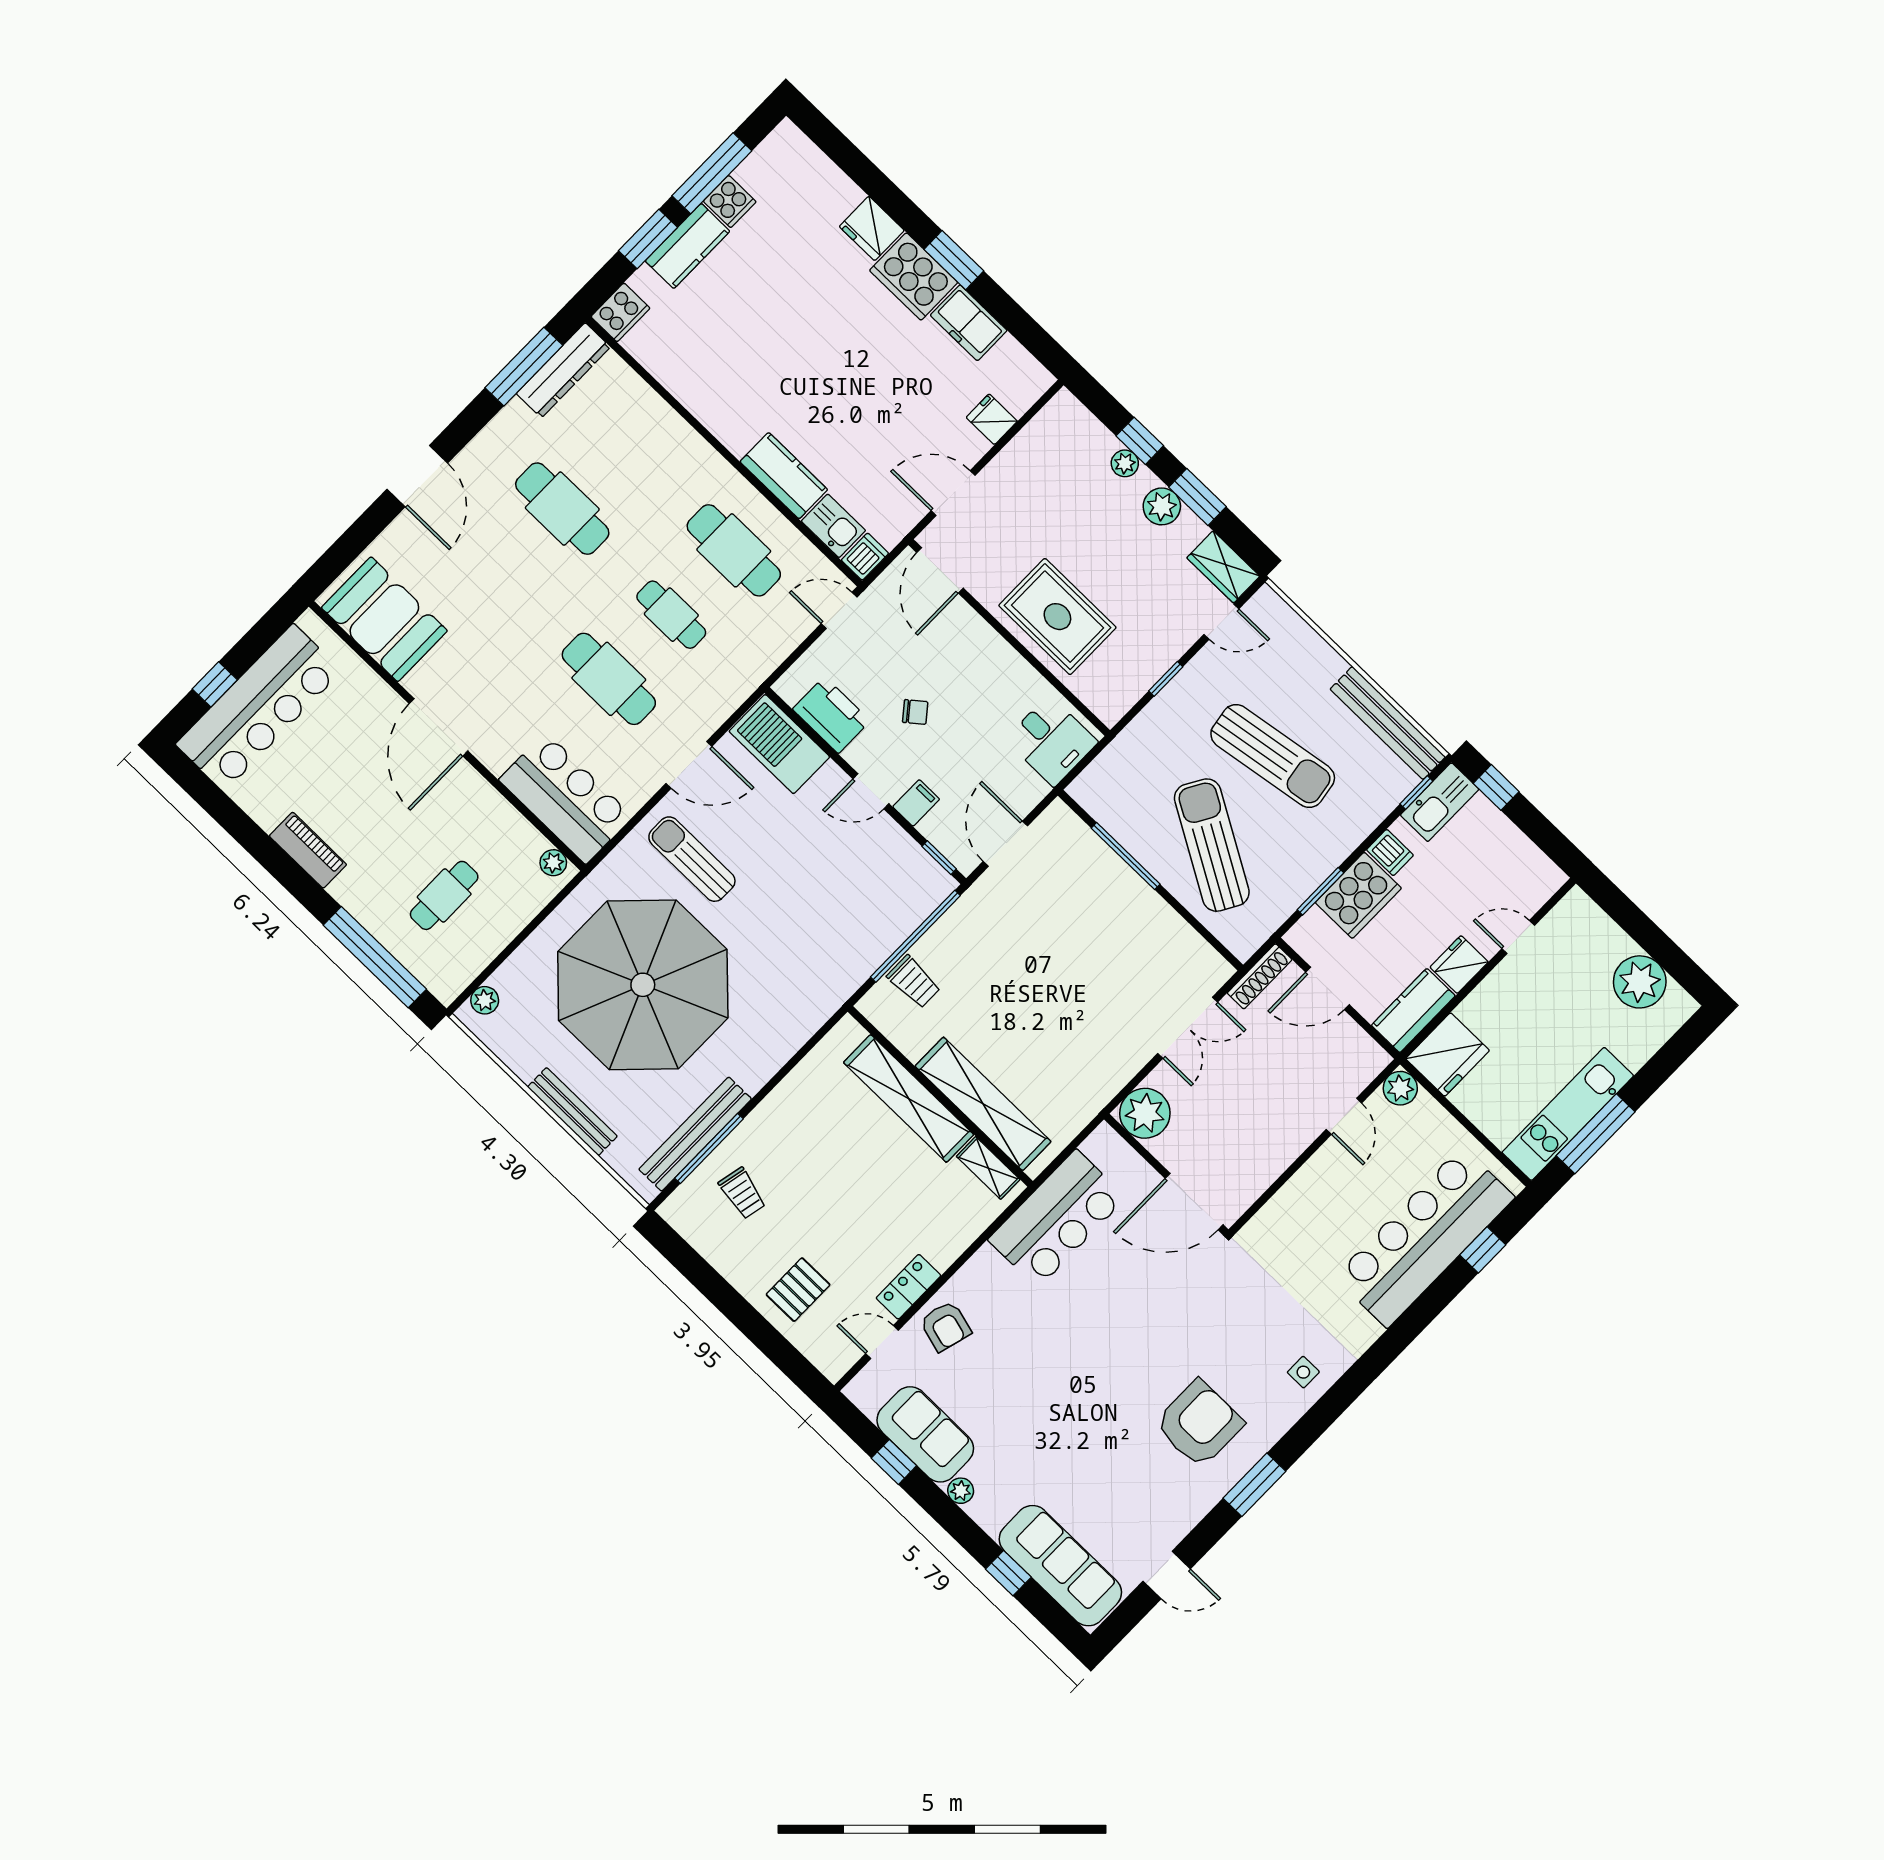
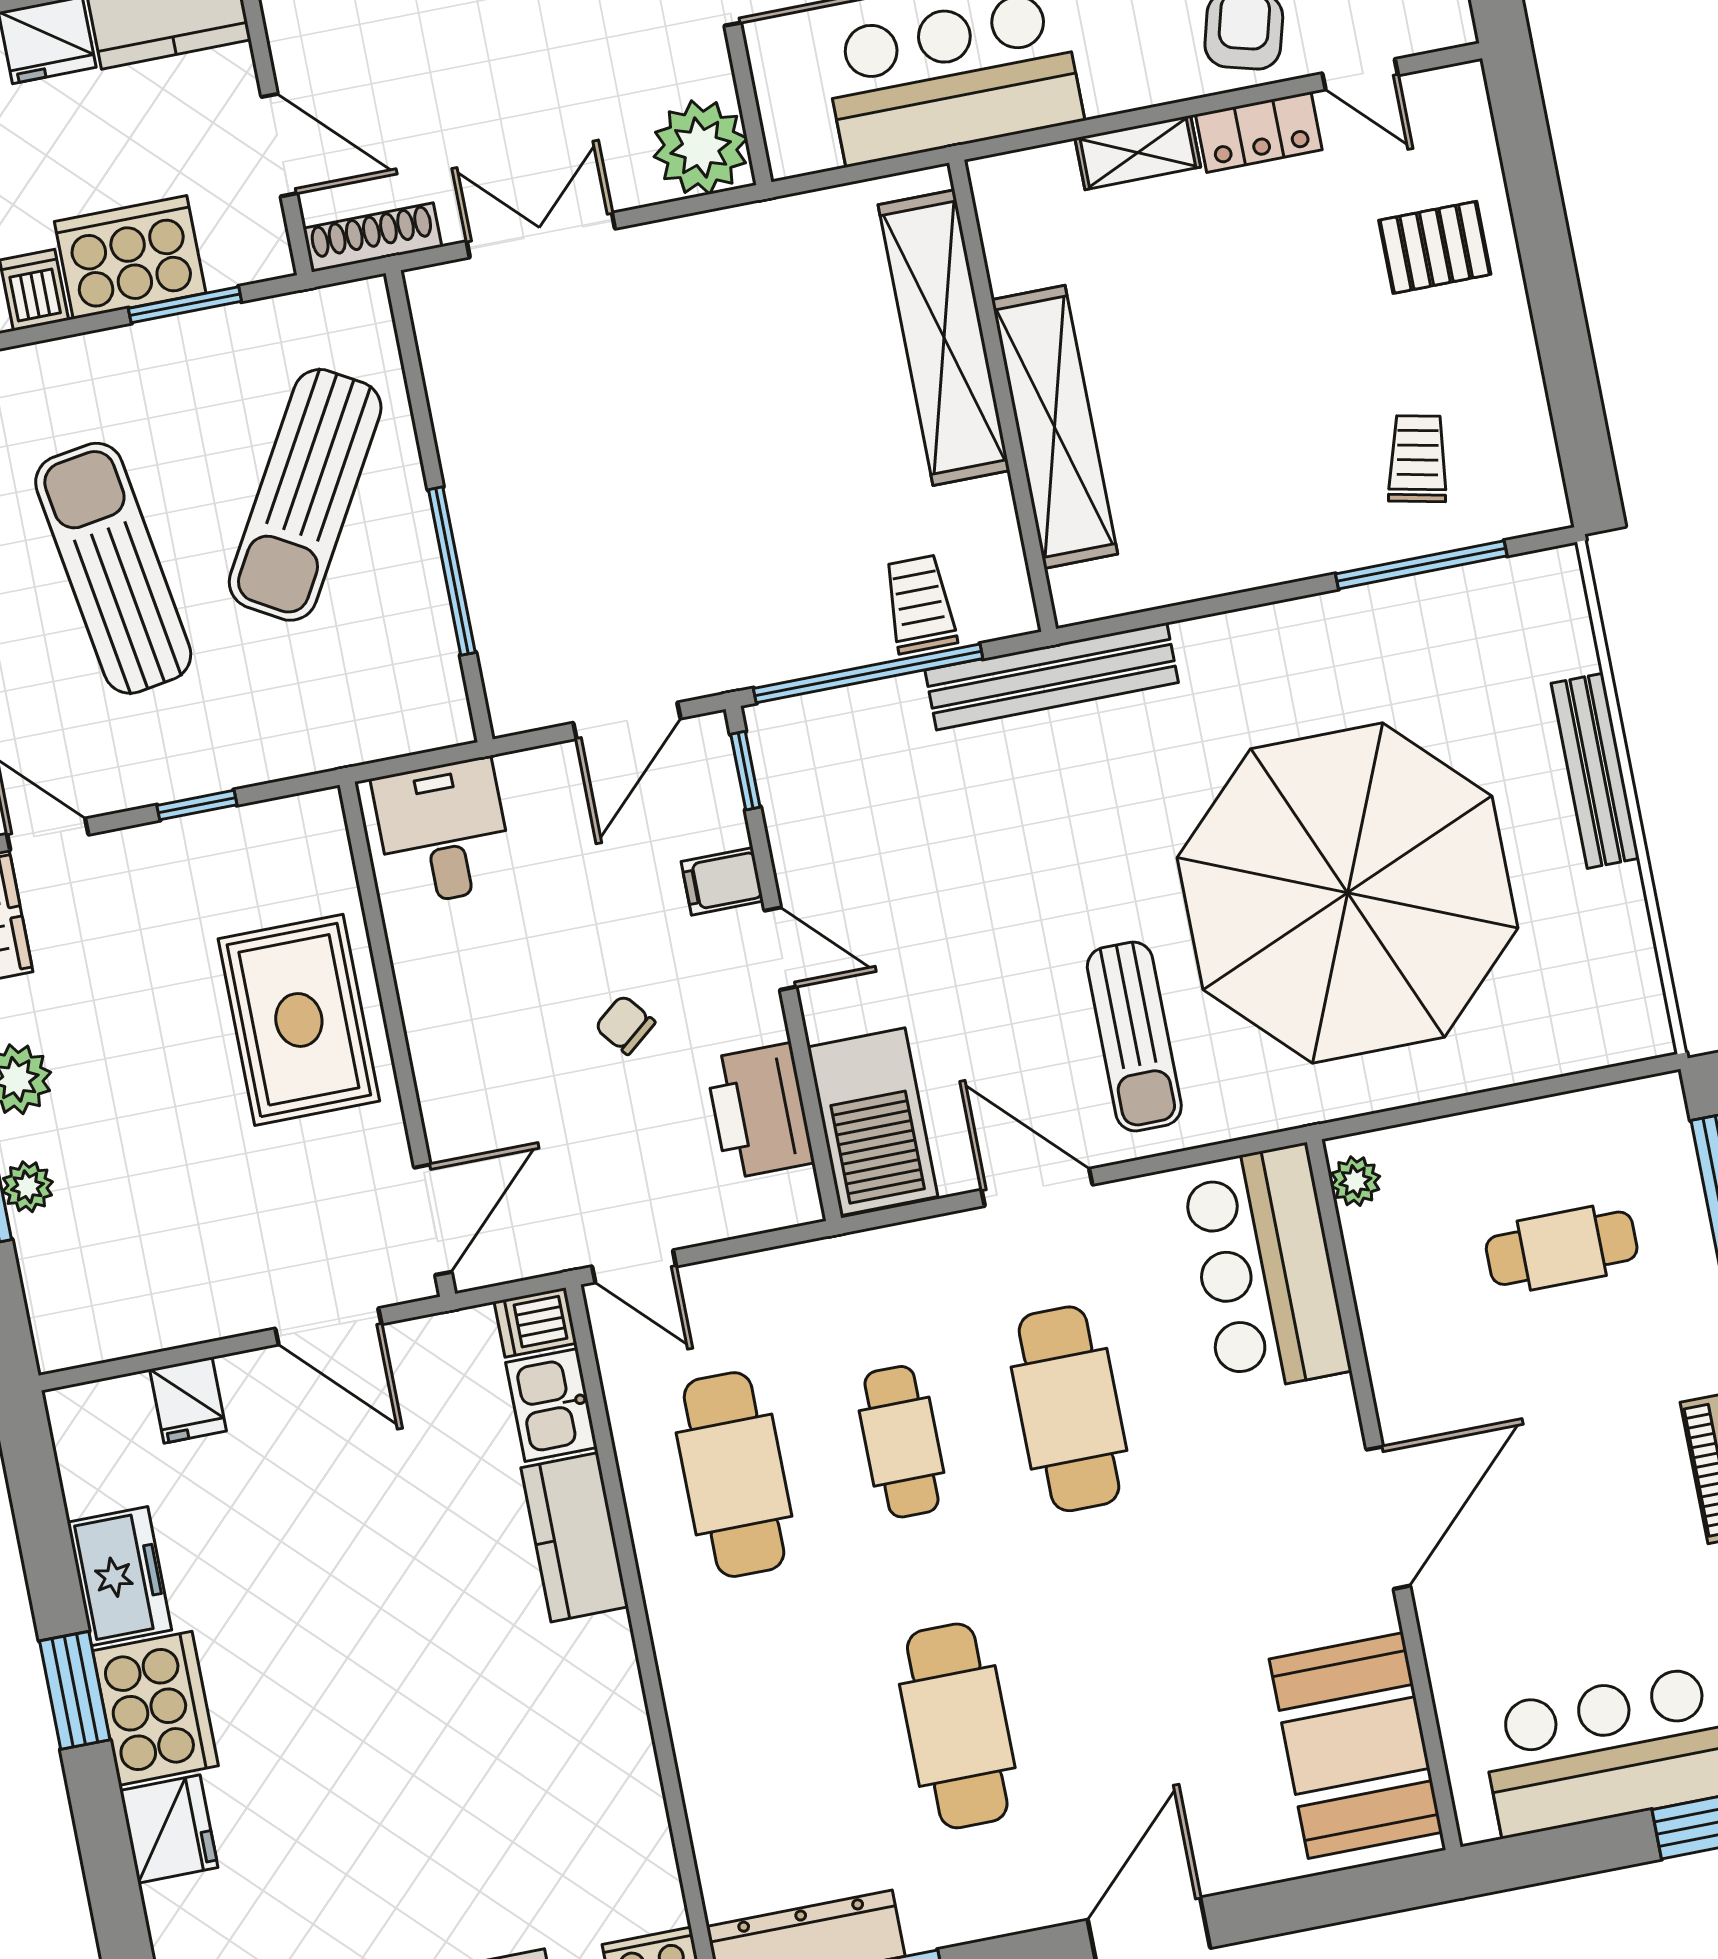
plant: (485, 1000) -> (1612, 1040), removed
bench: (695, 1134) -> (1052, 676), moved
shelving: (988, 1168) -> (1138, 153), moved, turned 90

